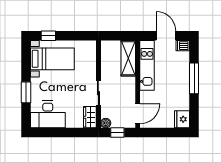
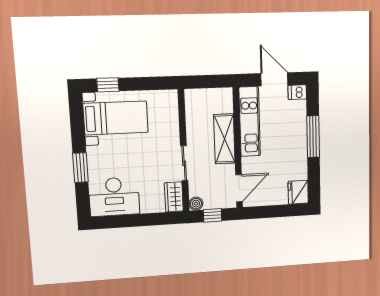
shelving: (128, 58) -> (224, 139), moved

